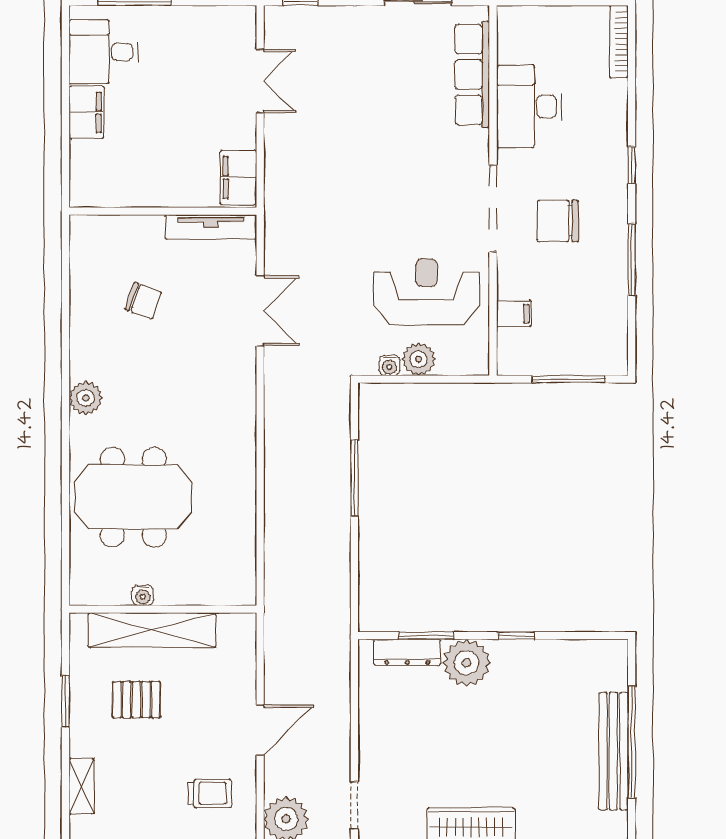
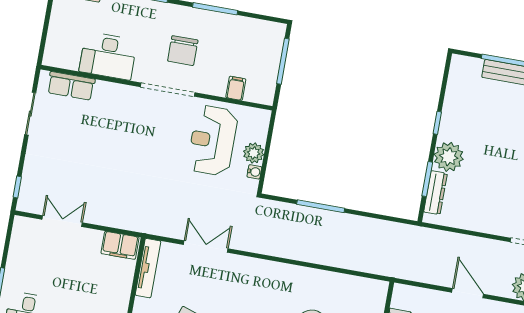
row of seats: (472, 75) -> (71, 86), width x0.68

